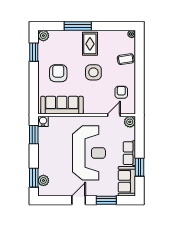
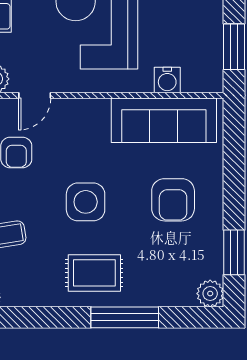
rug: (90, 44) -> (94, 273), turned 90
water cooler: (43, 121) -> (167, 80), moved

